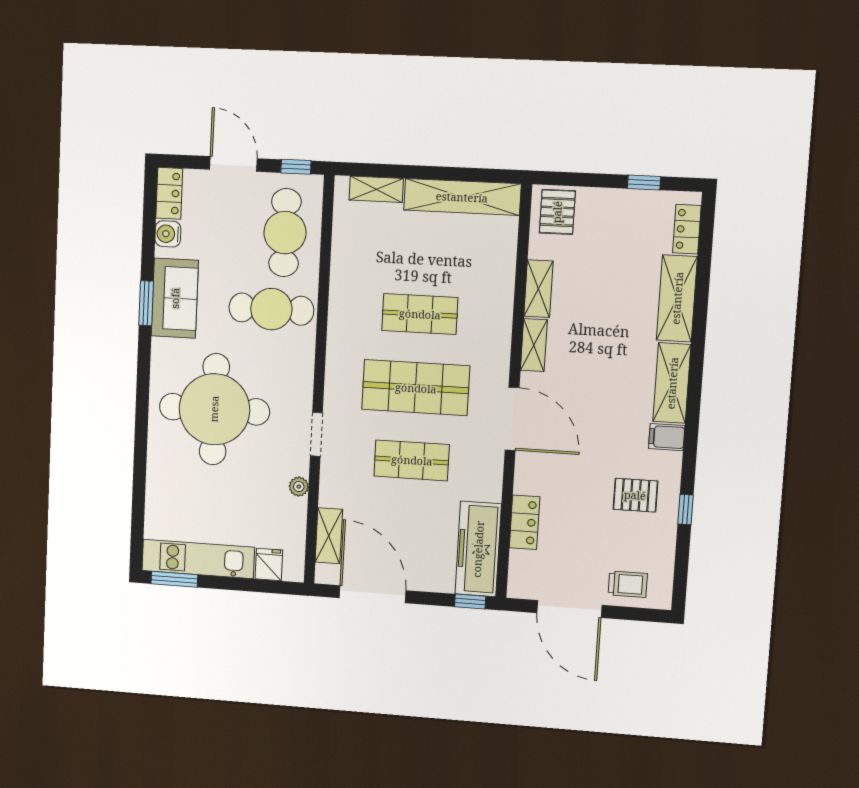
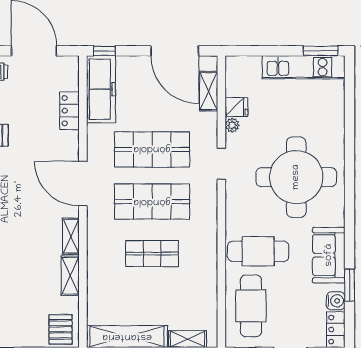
window: (146, 303) -> (350, 285), moved
shop shelf: (412, 460) -> (152, 149), width x1.43, depth x1.36
fridge: (269, 564) -> (236, 107), moved, turned -90

